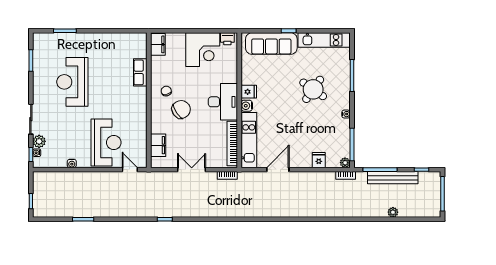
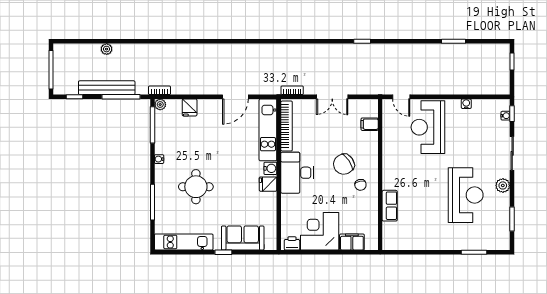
filing cabinet: (158, 44) -> (352, 242), moved, turned 90
sofa: (271, 44) -> (243, 238), width x0.73
round table: (313, 89) -> (196, 187), turned -35
plant: (39, 141) -> (503, 185), moved
filing cabinet: (158, 145) -> (370, 124), width x0.50

